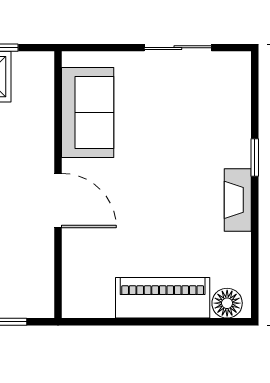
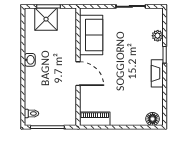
plant: (238, 114) -> (158, 36), added
piano: (163, 298) -> (95, 119), moved, width x0.73, depth x0.75

